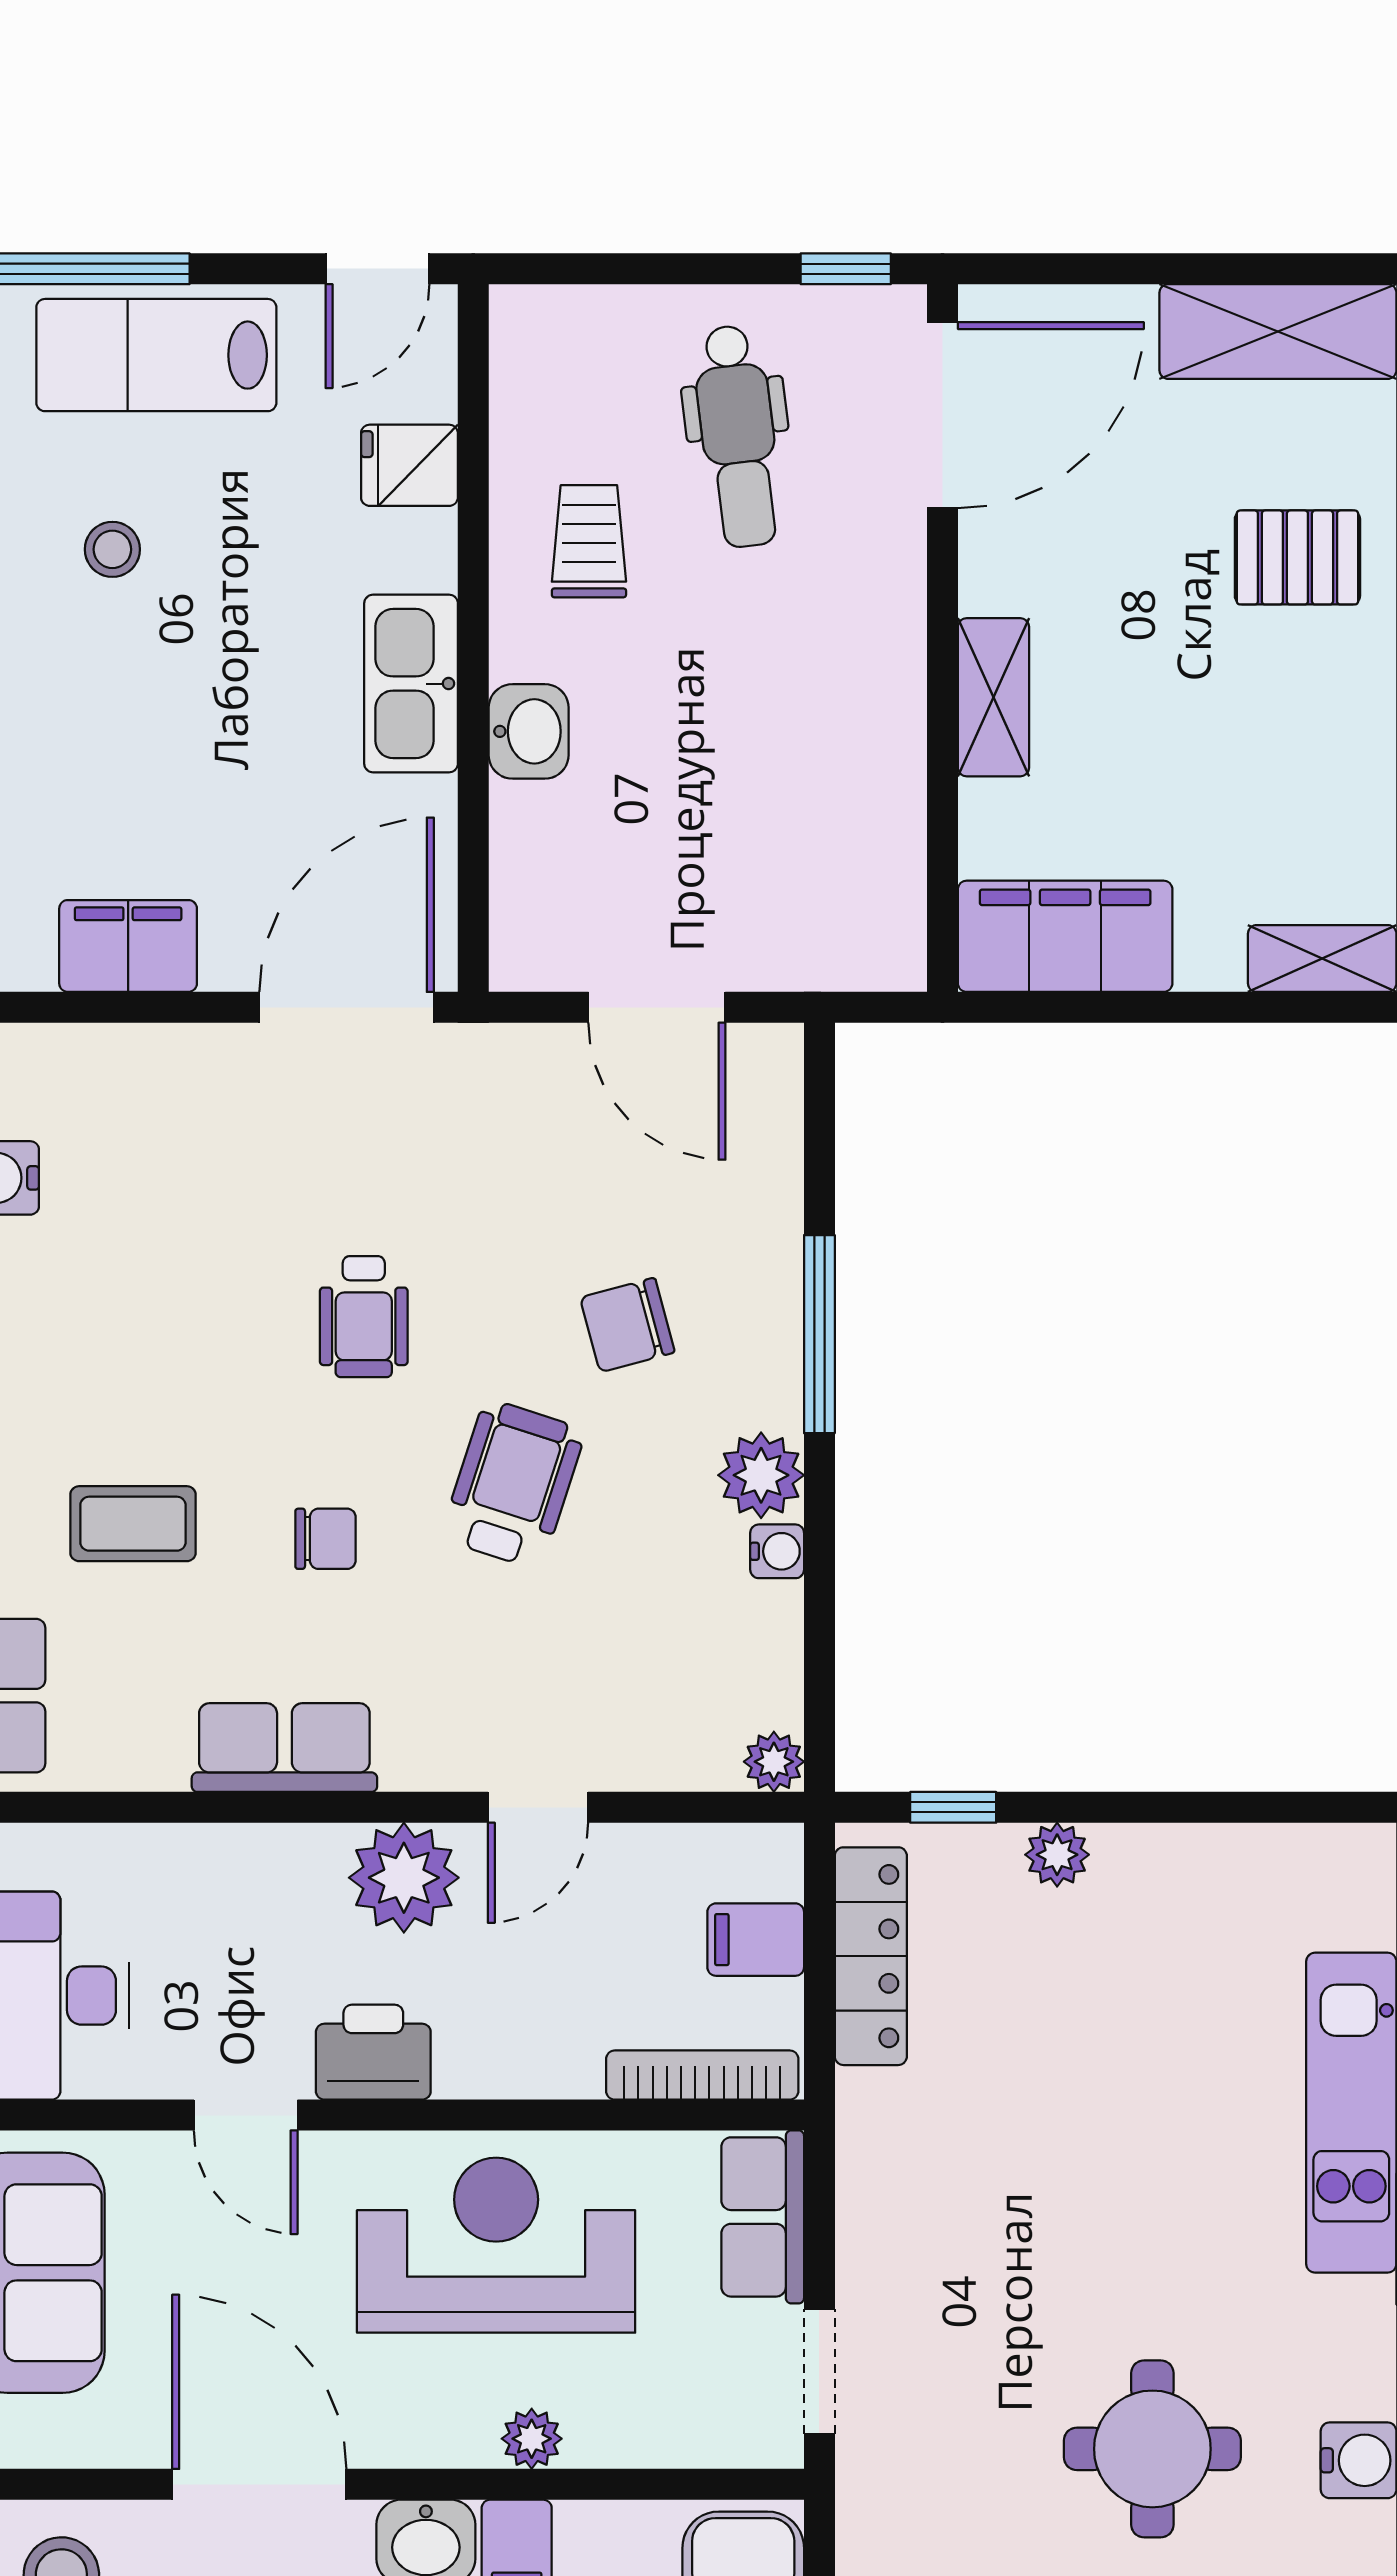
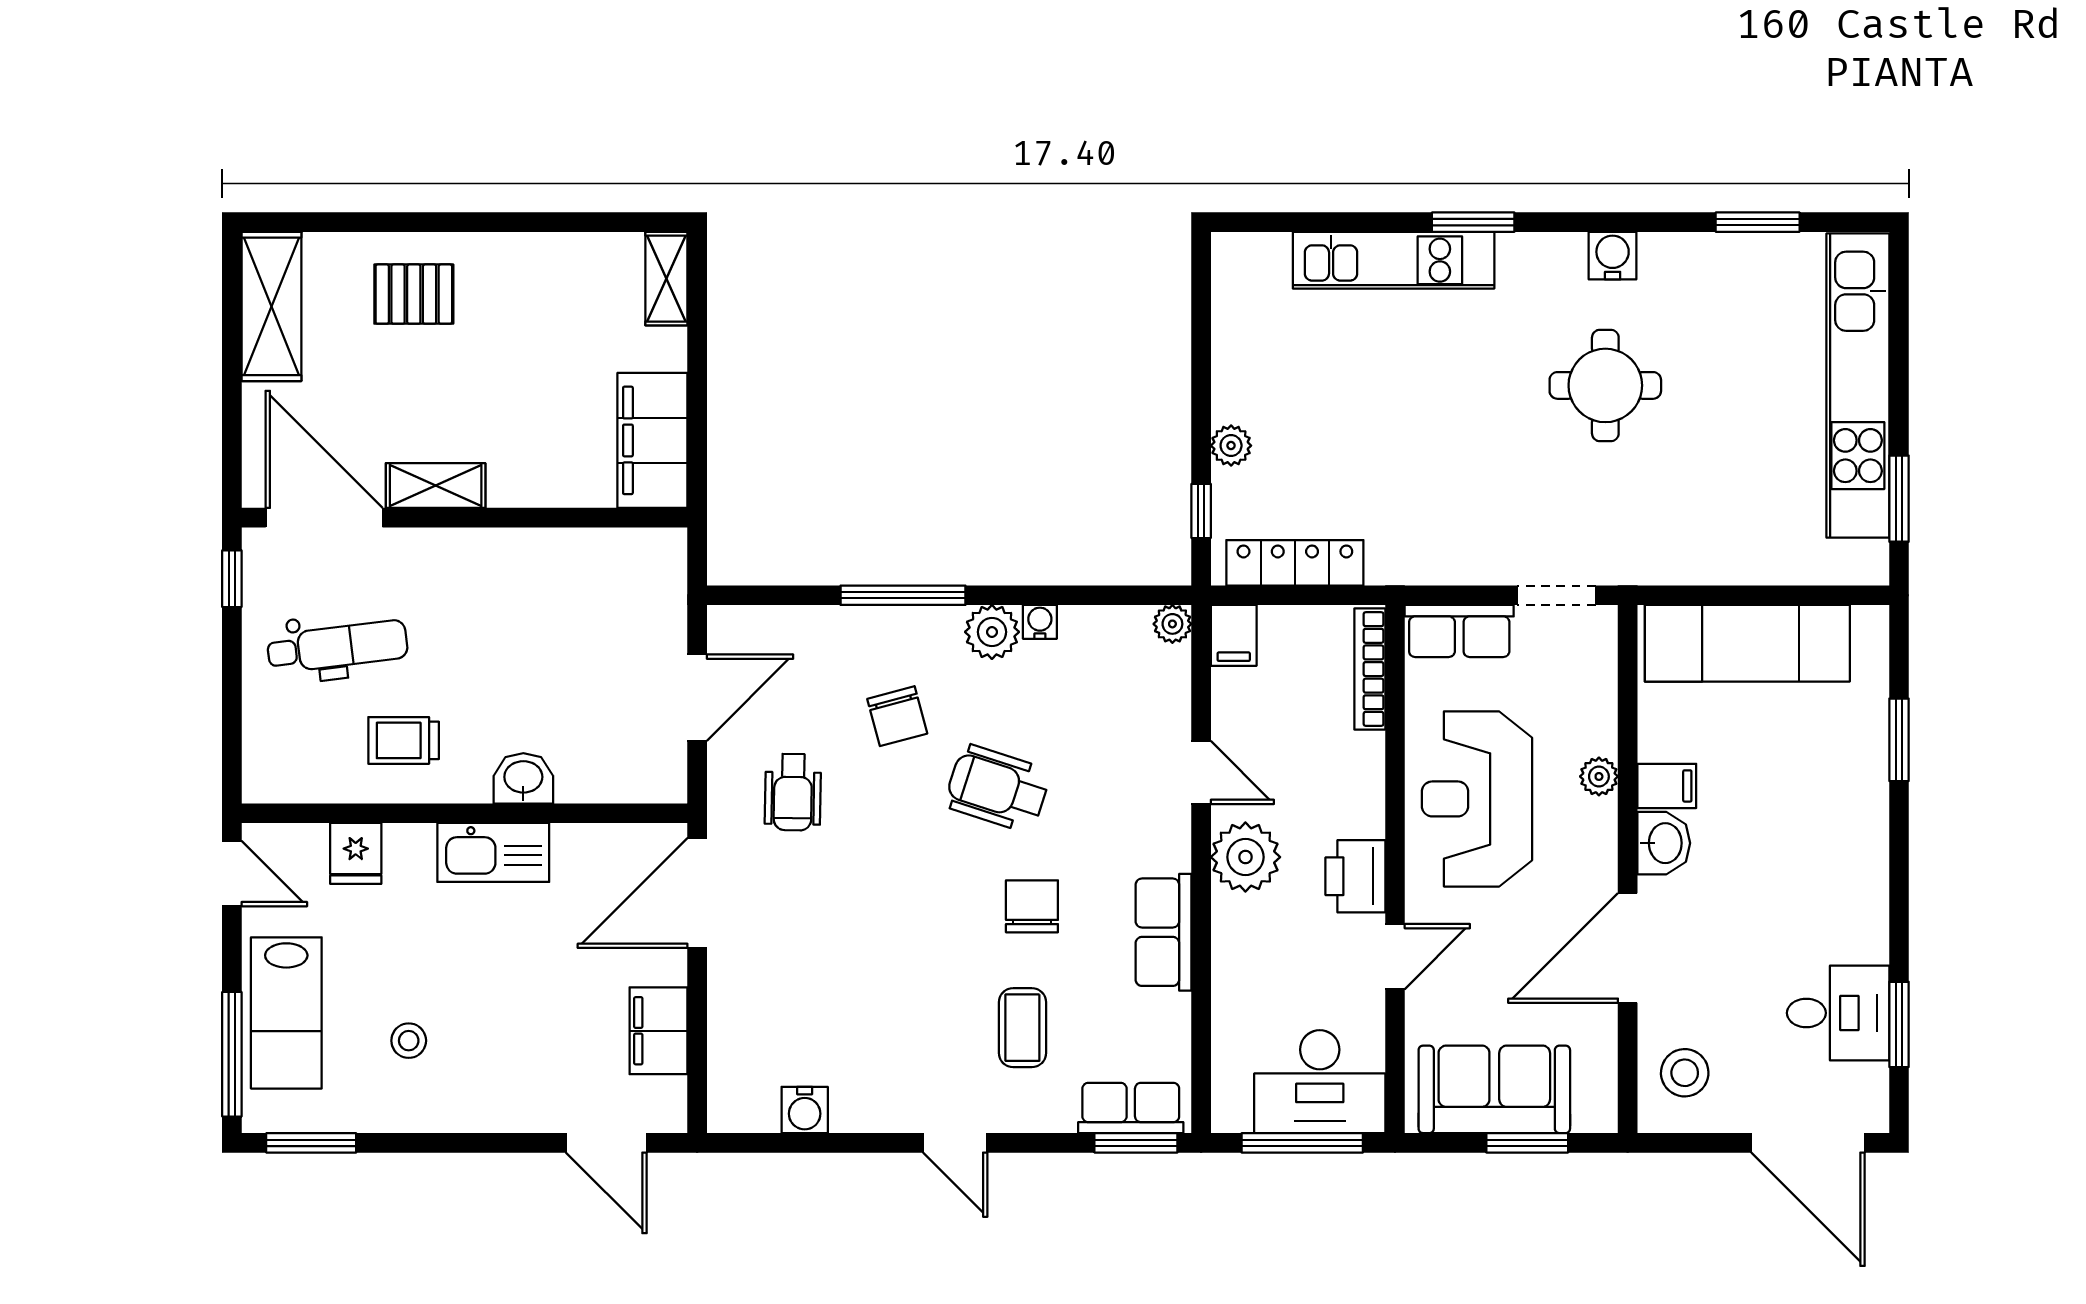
pallet: (1297, 557) -> (414, 294), turned 90
shelving: (993, 697) -> (436, 486), moved
door: (347, 1007) -> (697, 893), hinge flipped
wheelchair: (364, 1317) -> (793, 792), moved, turned 91
chair: (326, 1539) -> (1032, 906), width x1.37, depth x1.37
filing cabinet: (756, 1940) -> (1234, 635), moved

